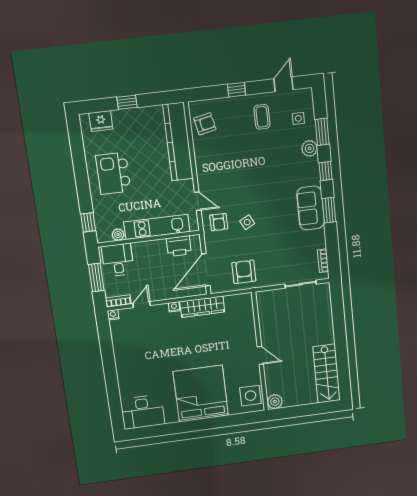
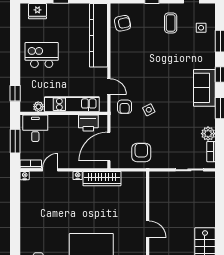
plant: (309, 148) -> (208, 134), moved
kitchen island: (113, 173) -> (42, 55), turned 90
sofa: (311, 208) -> (204, 88), moved

